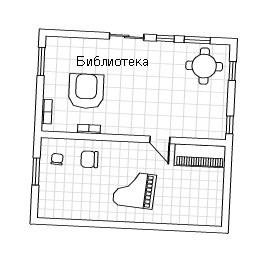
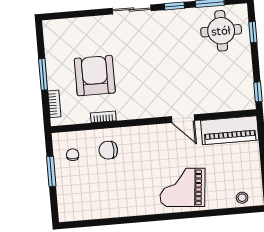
window: (41, 62) -> (43, 74), moved
grand piano: (134, 190) -> (182, 187), moved
stool: (203, 217) -> (242, 198), added

